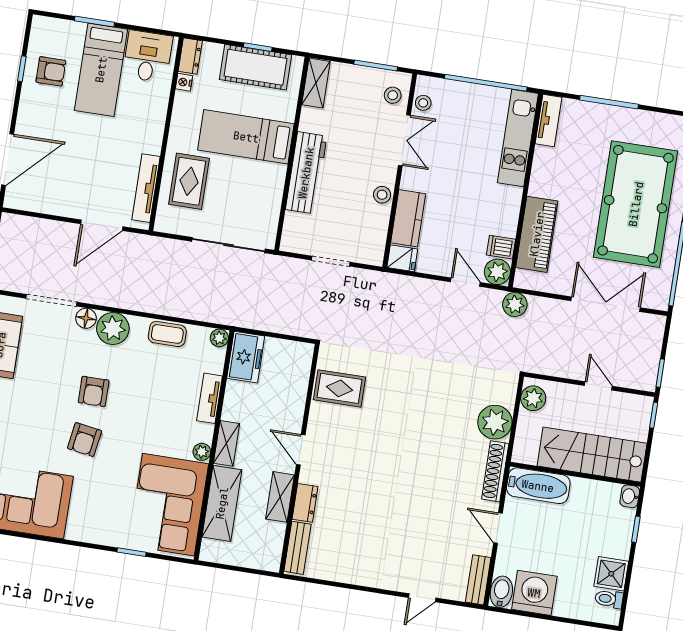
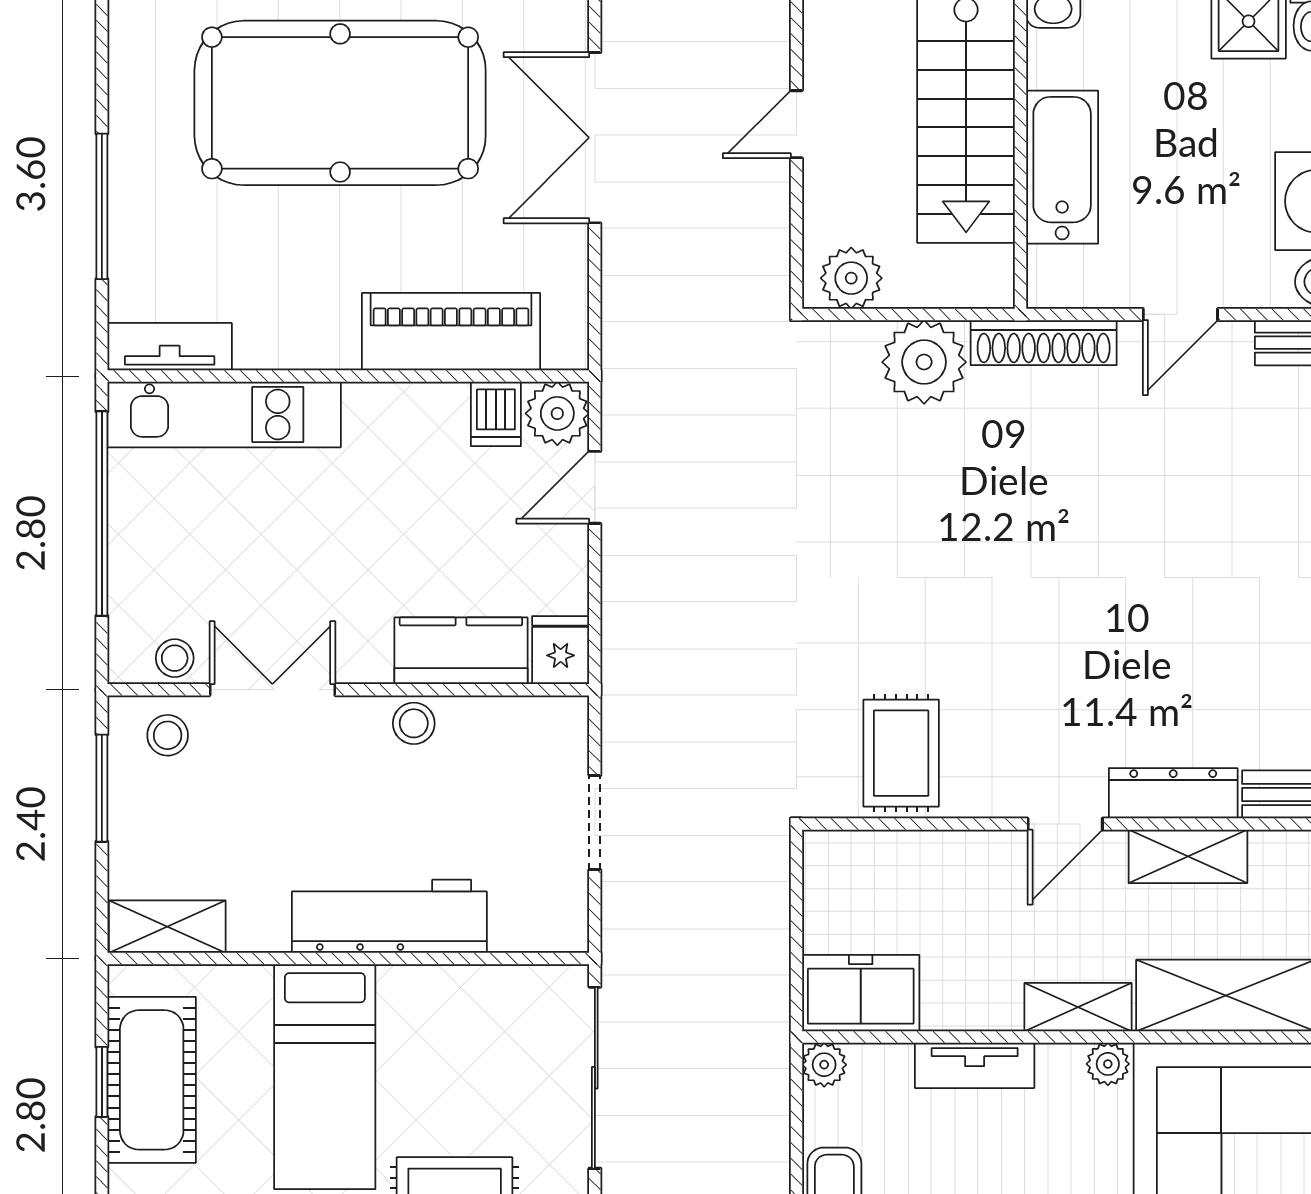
plant: (515, 304) -> (630, 358), removed
bathtub: (538, 486) -> (1062, 167), moved
dresser: (305, 503) -> (1173, 793), width x1.44

